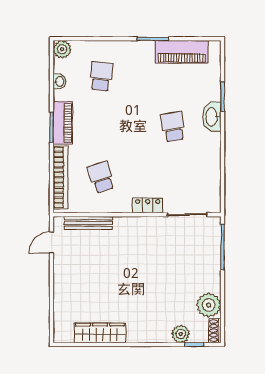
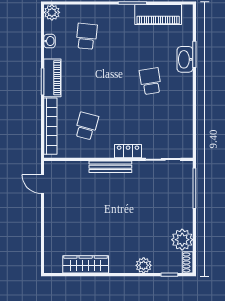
washbasin: (212, 117) -> (185, 59), moved
school desk: (101, 177) -> (87, 126), turned 33
bench: (88, 223) -> (110, 167), moved
door: (52, 243) -> (43, 184), hinge flipped
plant: (181, 334) -> (144, 265), moved

